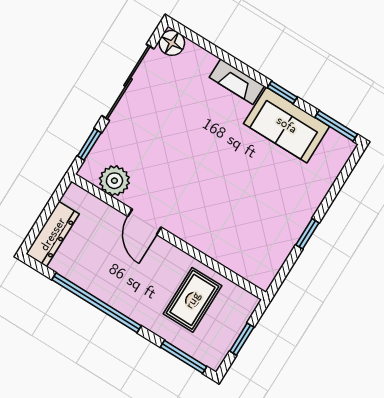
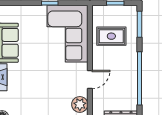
corner sofa: (241, 232) -> (67, 34), added

